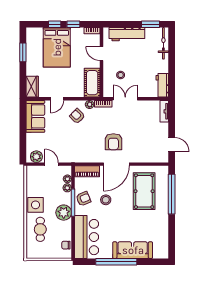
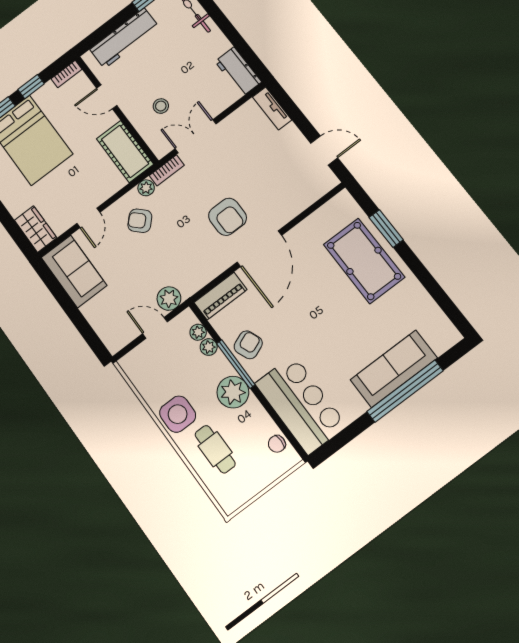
plant: (36, 157) -> (169, 299), moved
pool table: (144, 191) -> (364, 261), moved
window: (172, 194) -> (386, 229), width x0.47
stool: (106, 200) -> (286, 319), removed
window: (116, 262) -> (405, 391), moved

